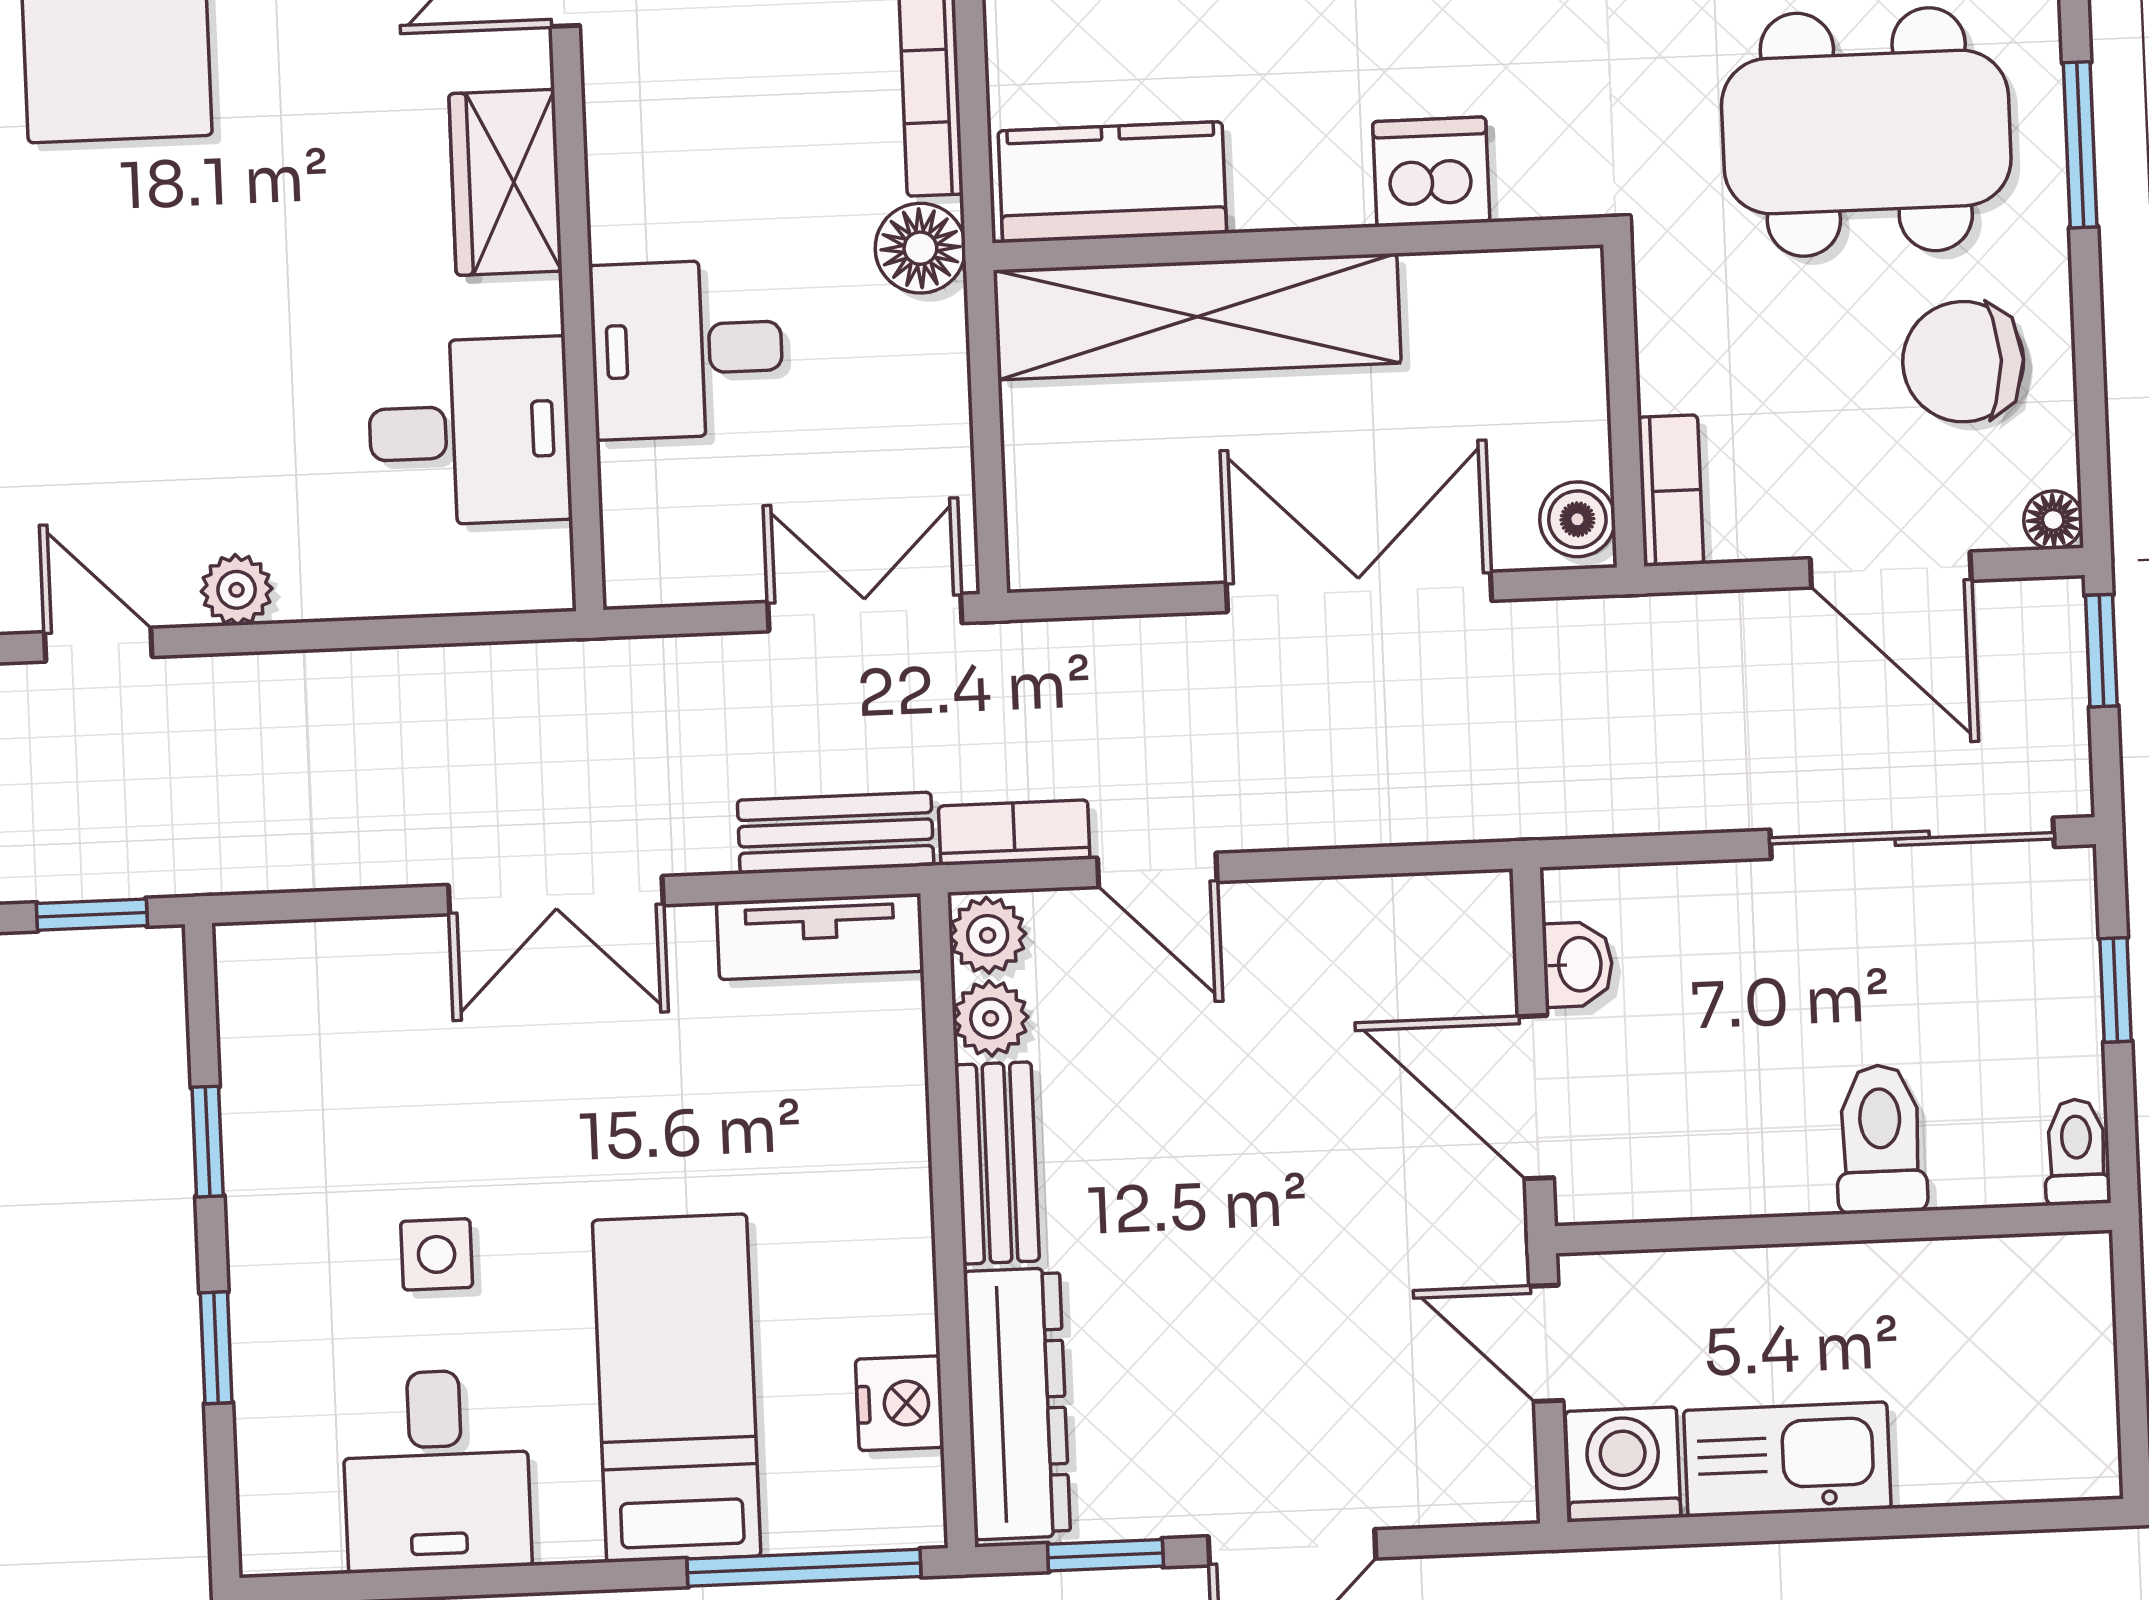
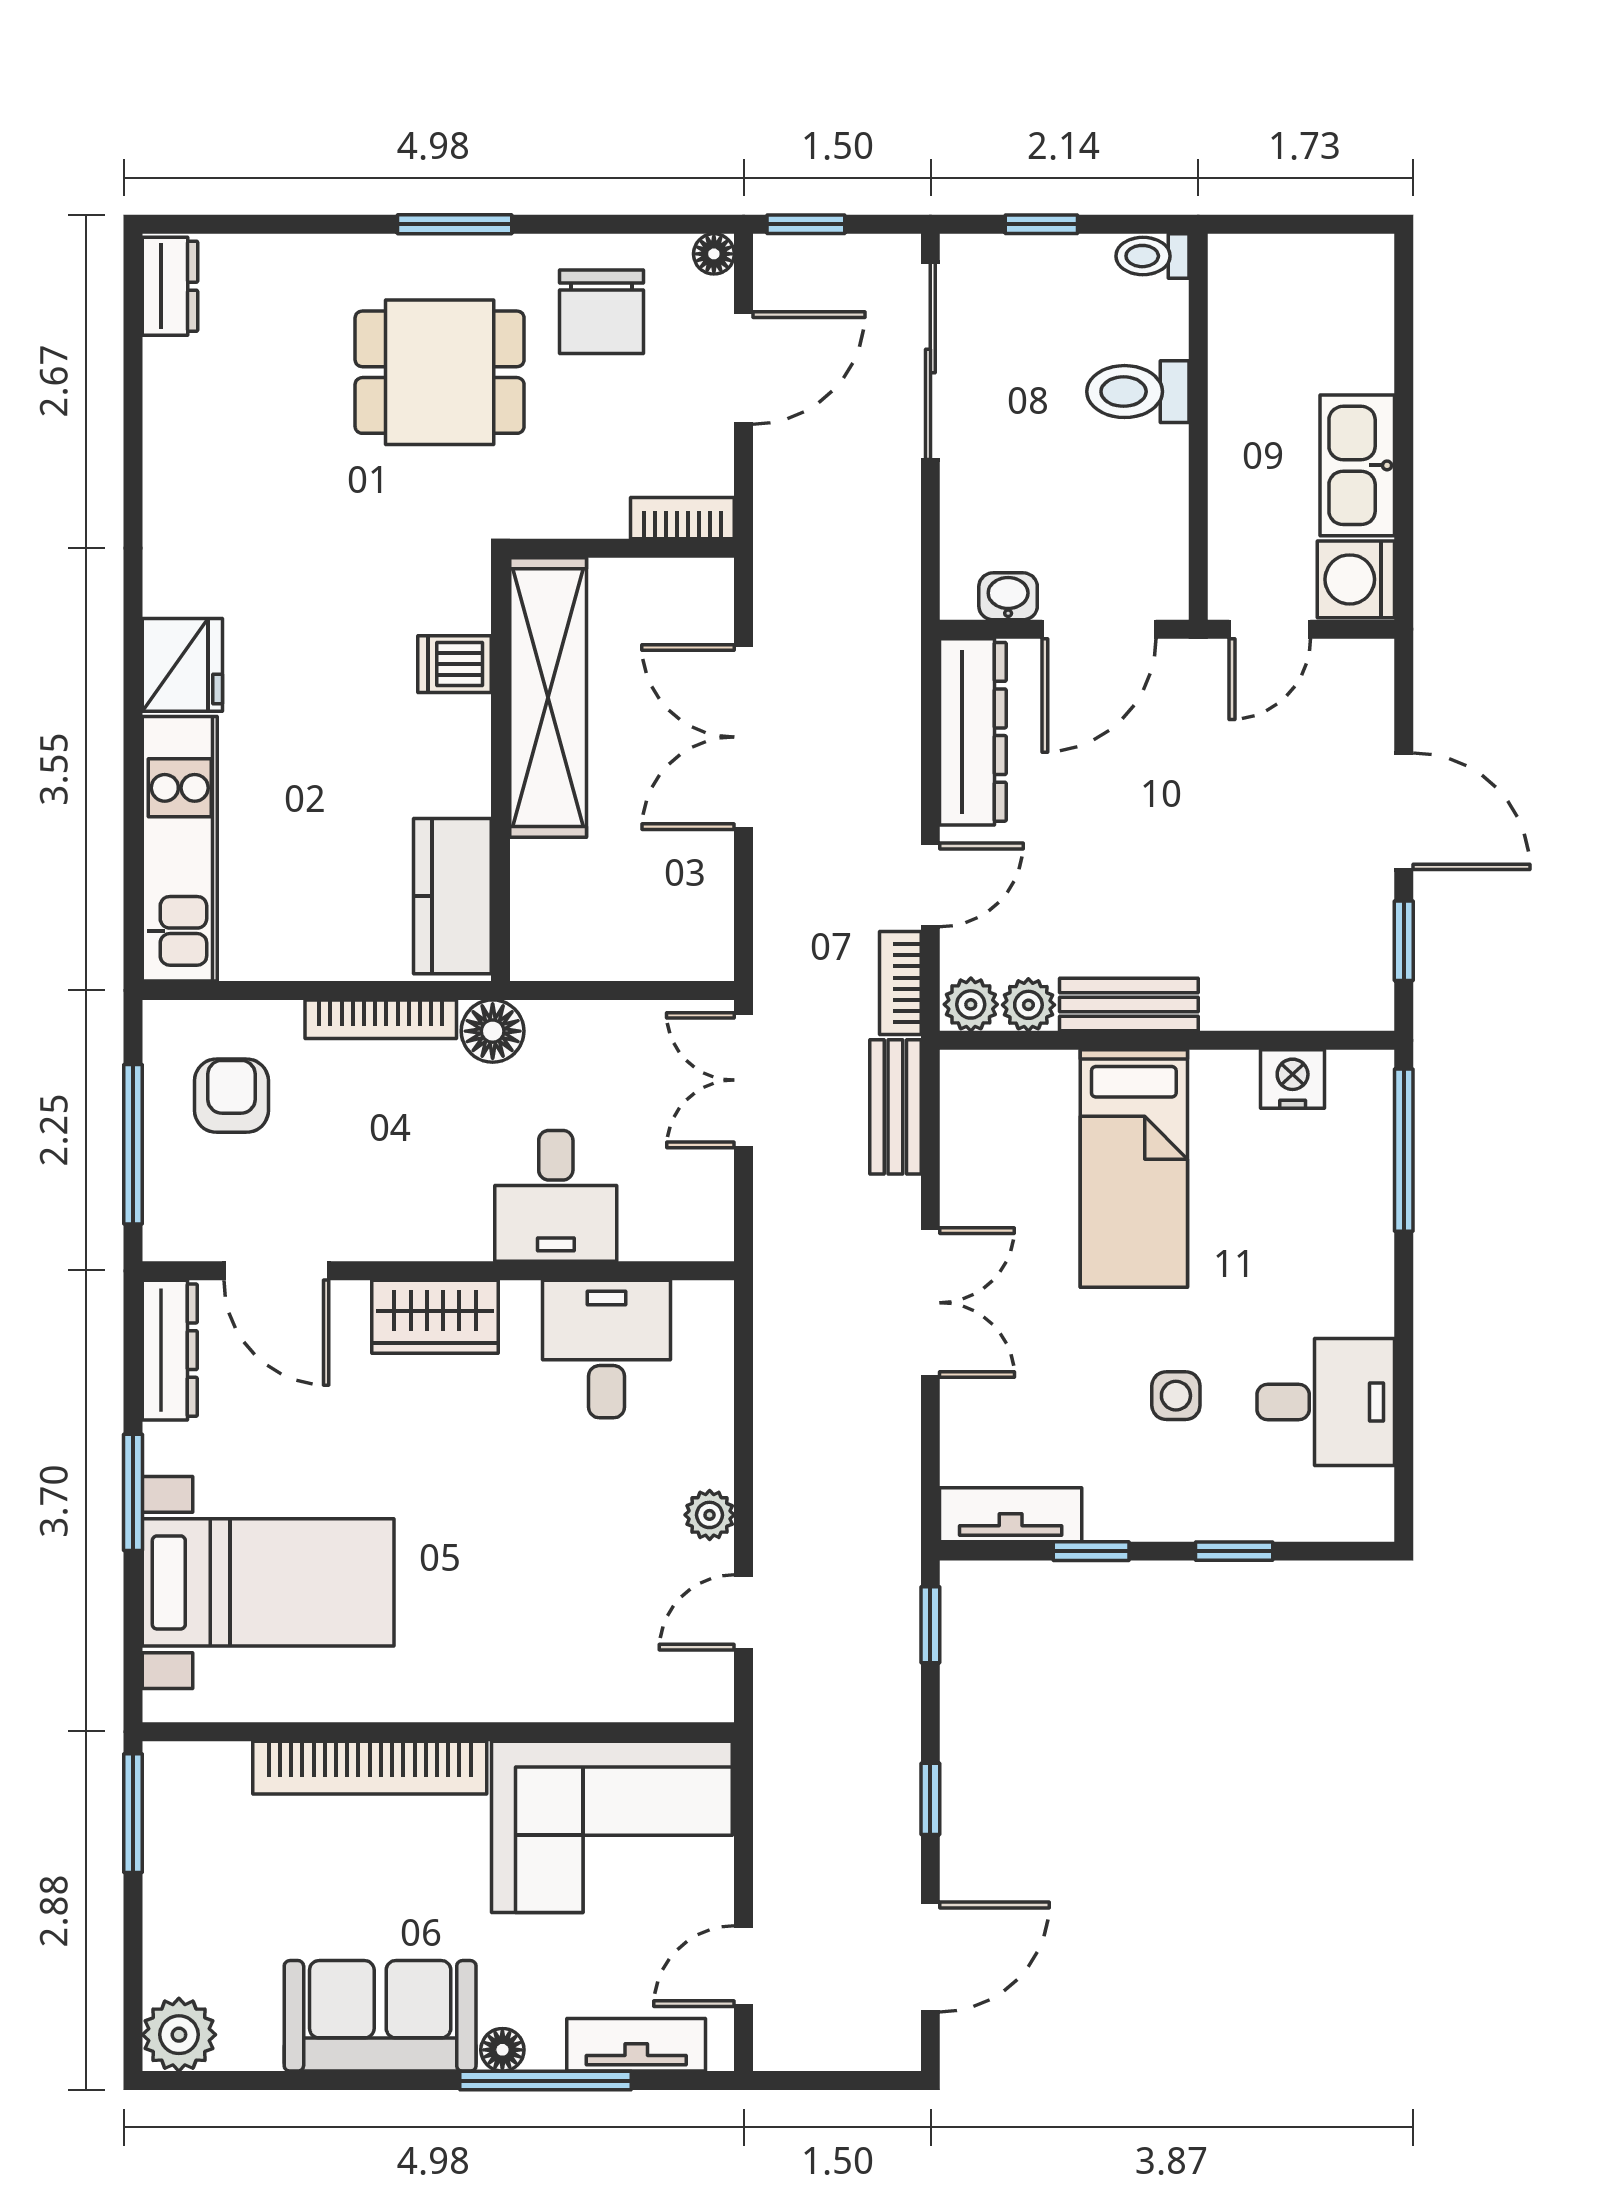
dining table: (1866, 132) -> (440, 372), width x0.73
dishwasher: (1431, 172) -> (455, 664), width x0.73
shelving: (1197, 317) -> (548, 698), moved
boiler: (1577, 519) -> (700, 584), removed
tv unit: (820, 937) -> (1011, 1515), moved, turned -90
bed: (677, 1388) -> (1134, 1169), moved, turned -90
dresser: (1017, 1404) -> (973, 732), moved, turned 90

